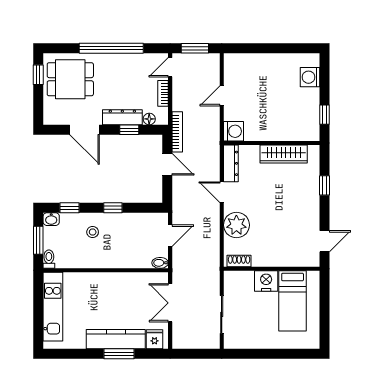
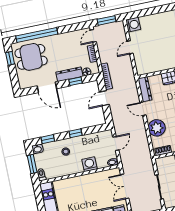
window: (111, 48) -> (37, 35), moved
washing machine: (233, 131) -> (133, 25), moved
door: (167, 164) -> (104, 98), swing flipped
washing machine: (124, 258) -> (89, 164), added

